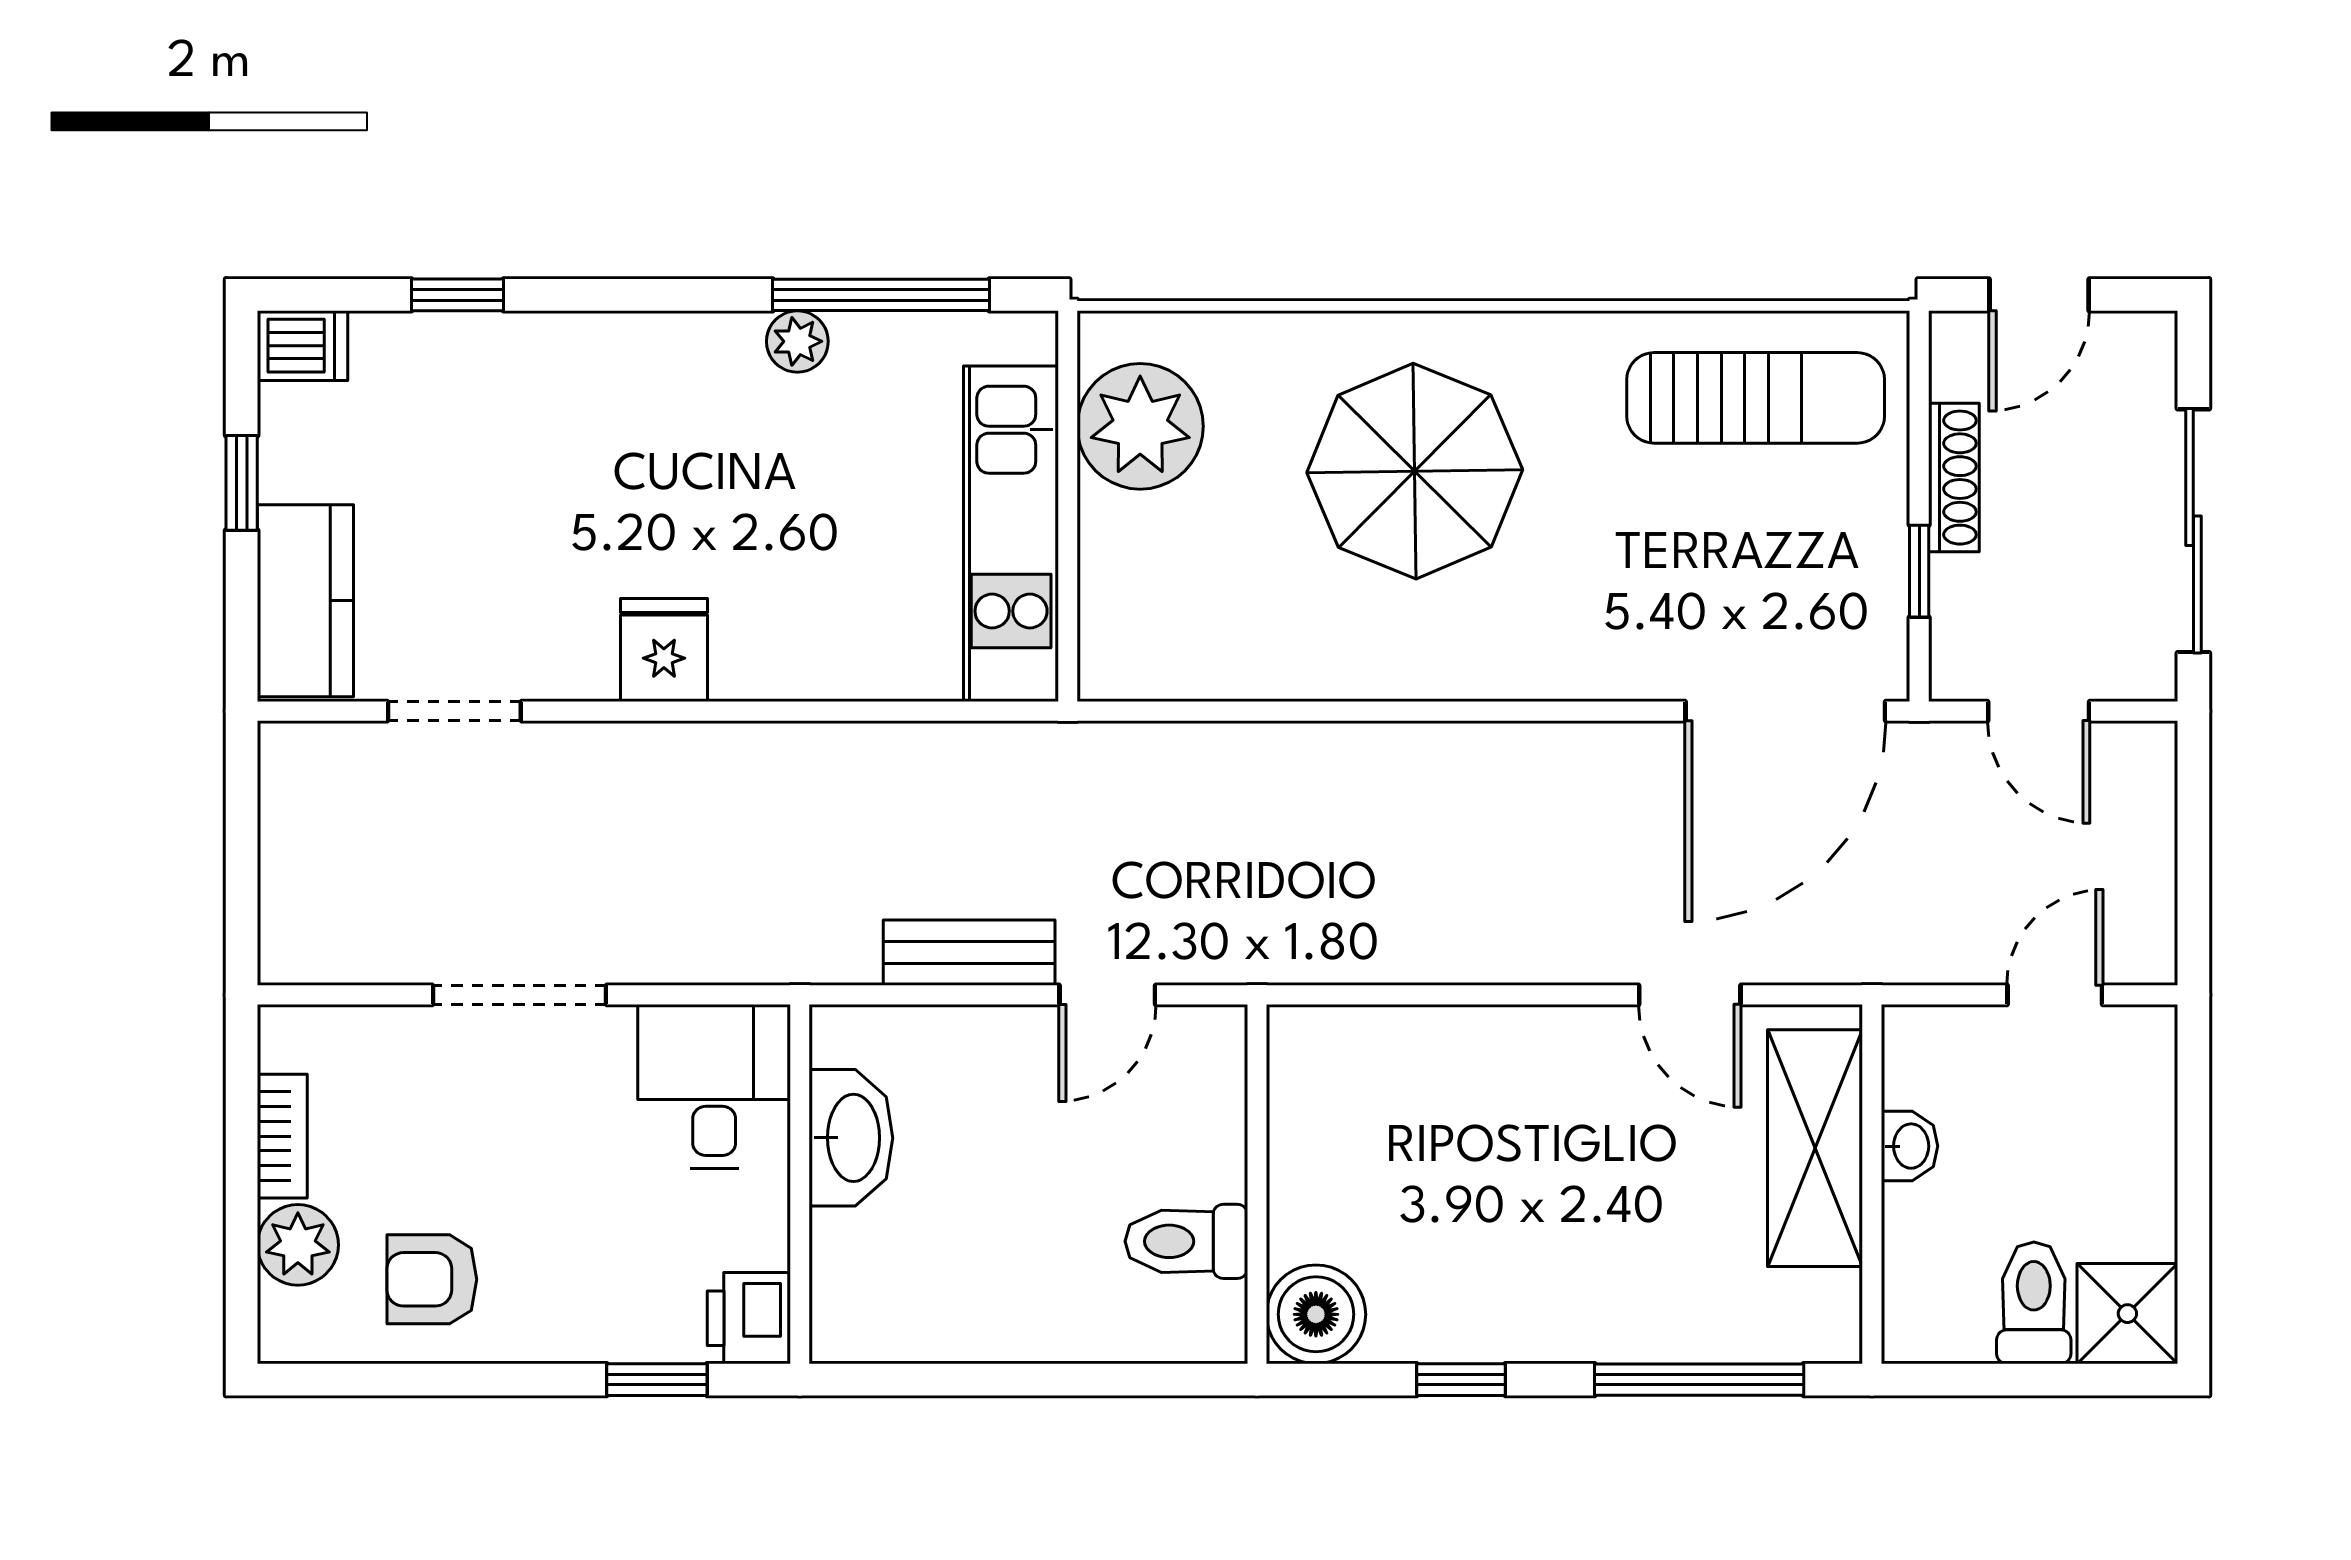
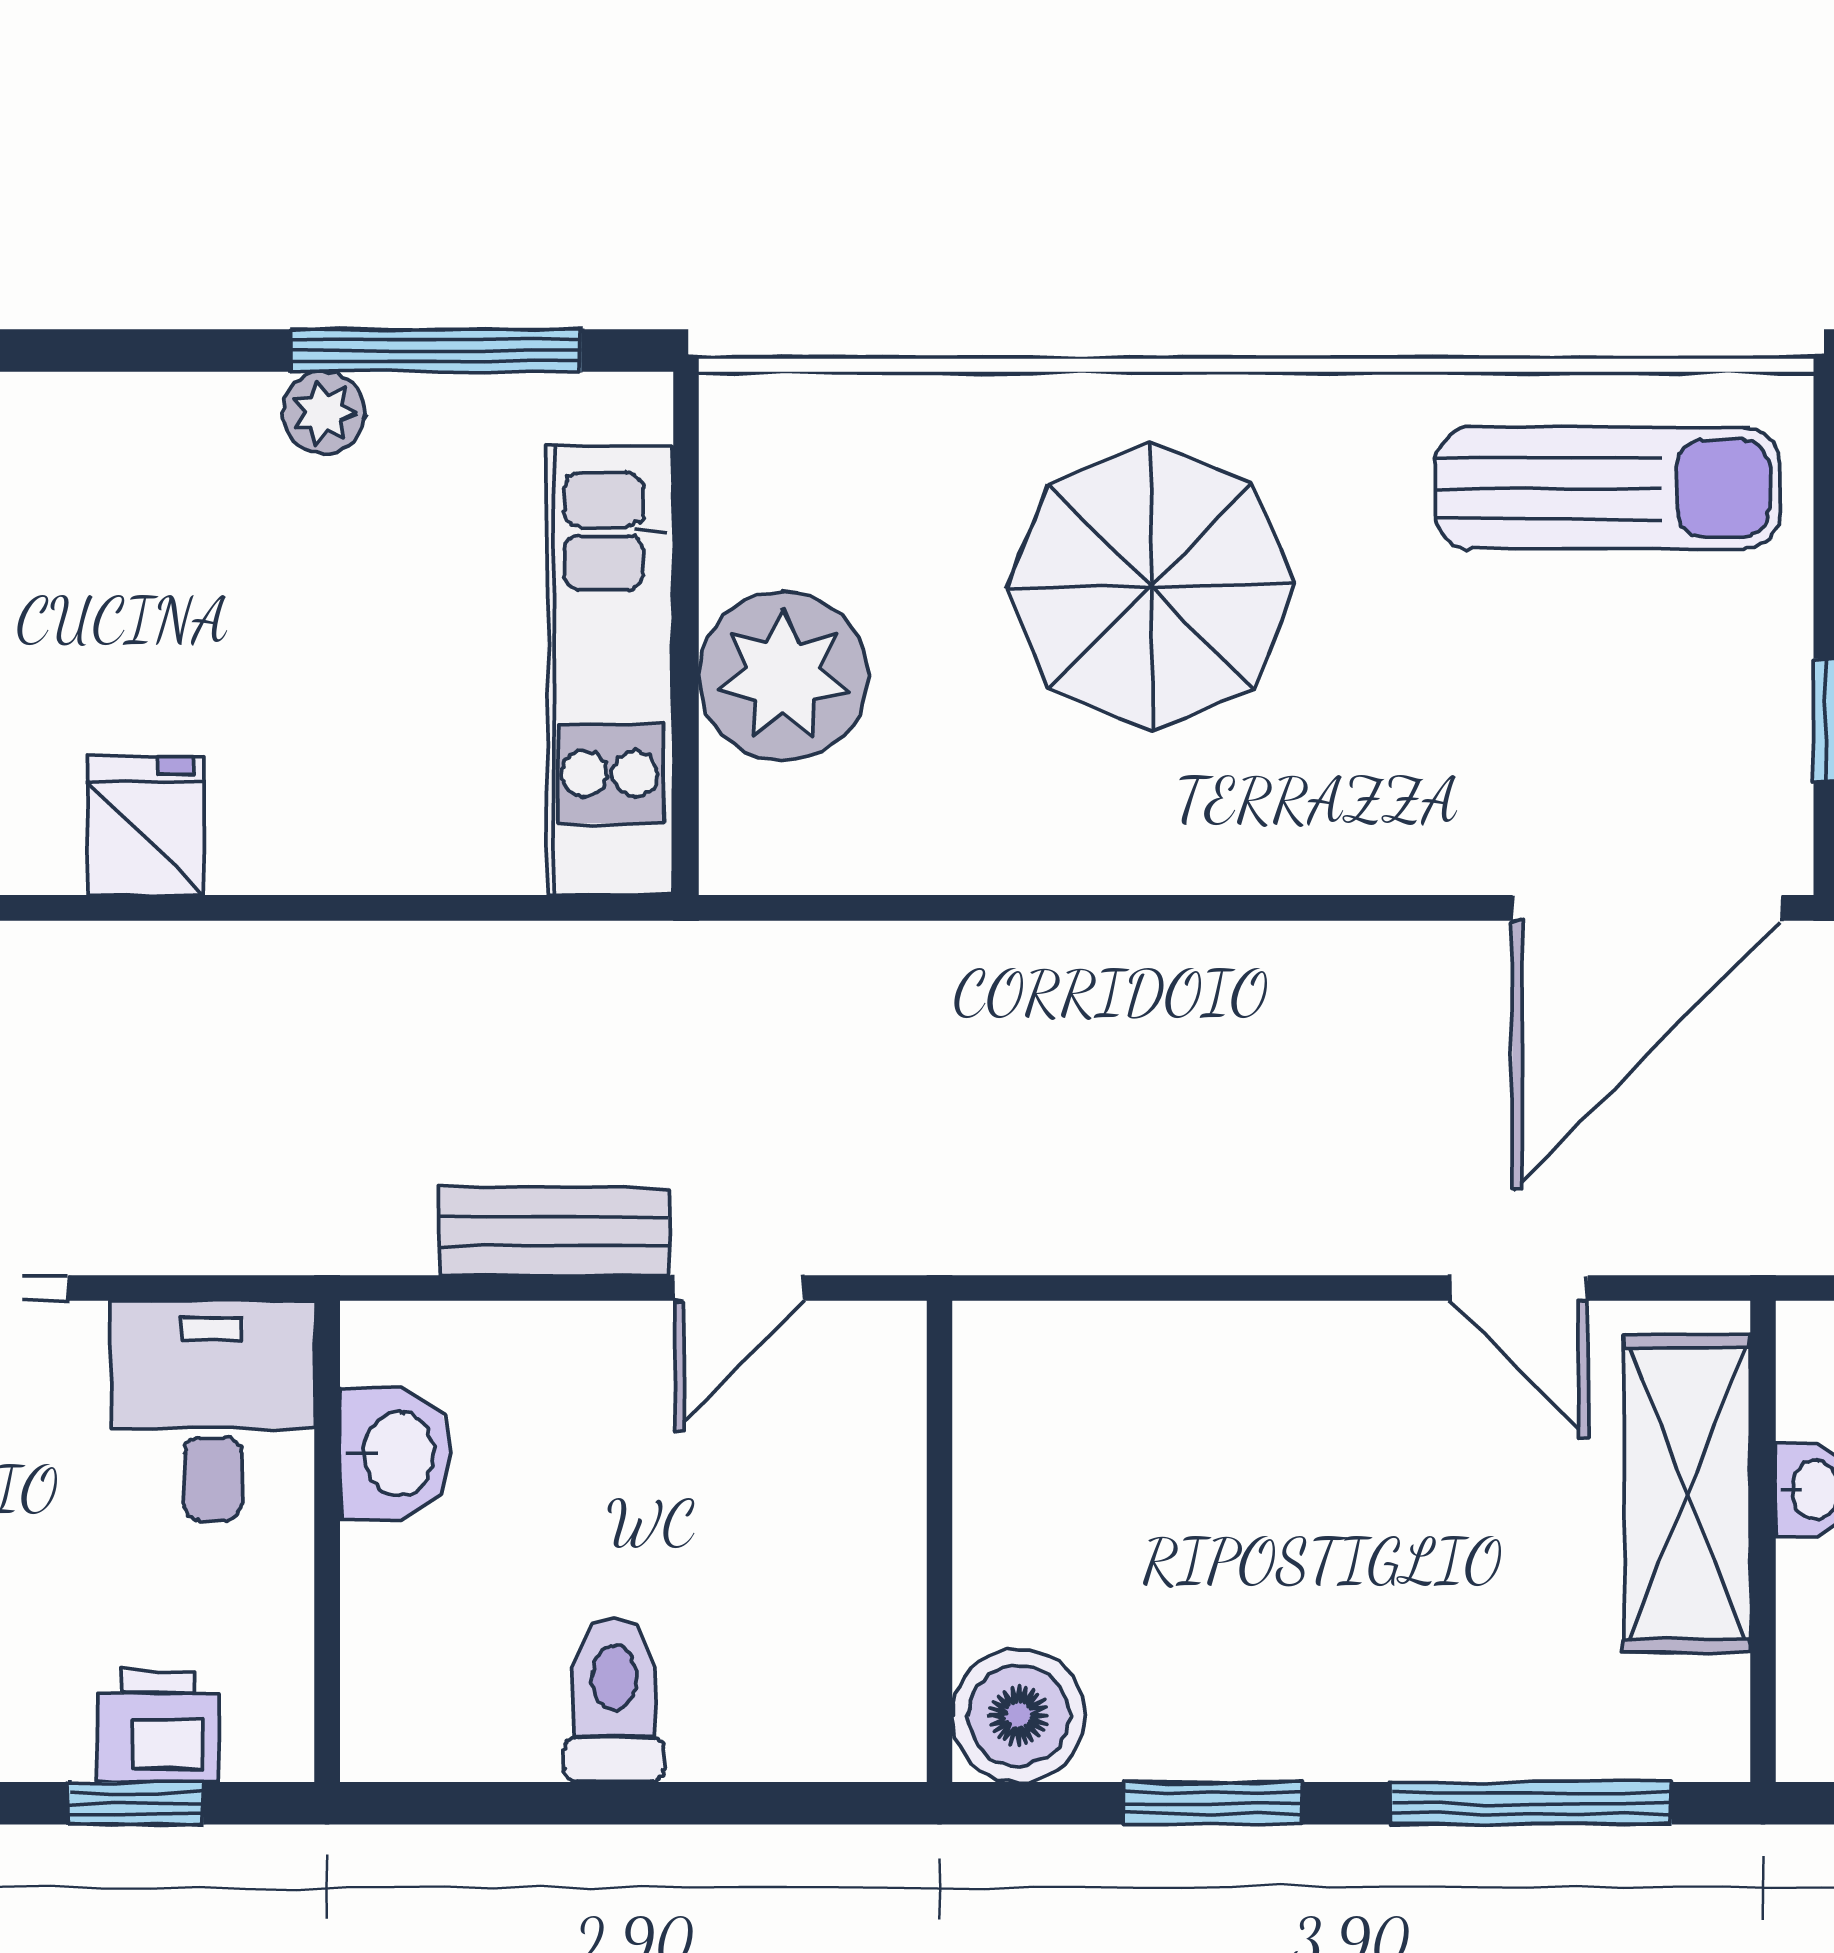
plant: (1140, 426) -> (783, 676), moved
washbasin: (851, 1138) -> (396, 1454), width x0.72
toilet: (1186, 1241) -> (614, 1700), moved, turned 90
printer: (749, 1318) -> (158, 1726), moved, turned 90
window: (1461, 1380) -> (1213, 1803), width x1.50

